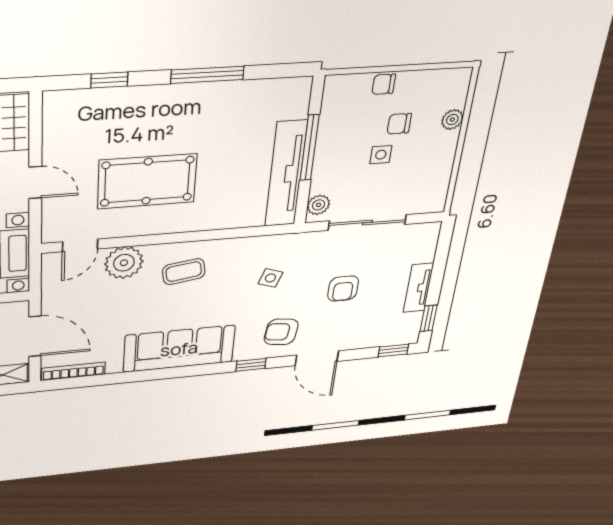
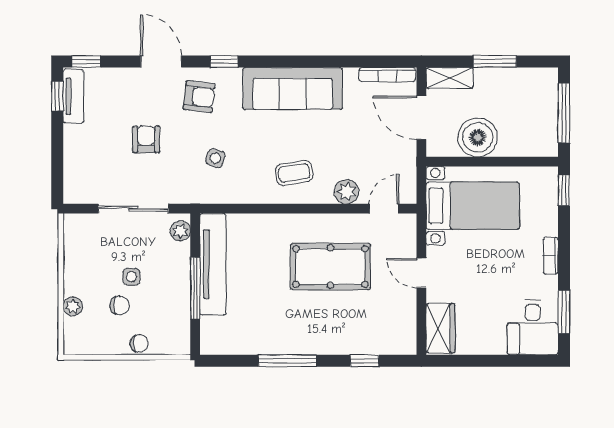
plant: (124, 263) -> (347, 192), width x0.73, depth x0.73
tv unit: (418, 288) -> (73, 96), moved

